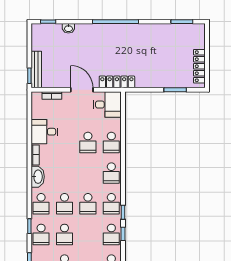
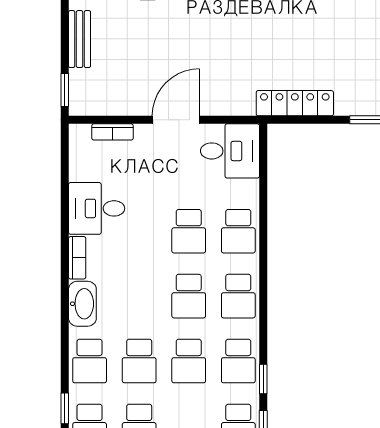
bench: (36, 70) -> (80, 39), moved, width x0.73
locker: (117, 82) -> (295, 103), moved
door: (82, 90) -> (176, 120), hinge flipped
school desk: (88, 173) -> (189, 296), added

